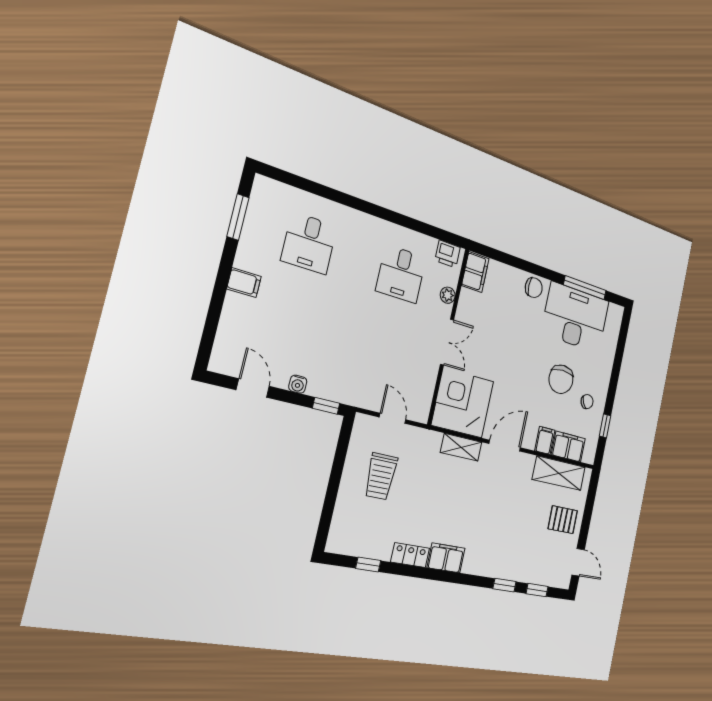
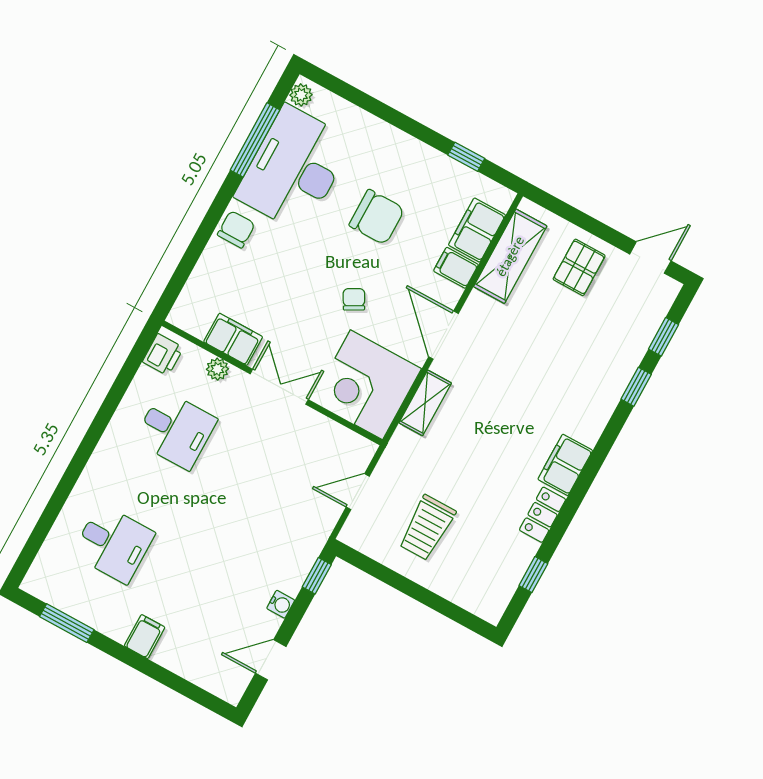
filing cabinet: (475, 272) -> (233, 339), moved
plant: (614, 311) -> (301, 95), added
chair: (587, 402) -> (354, 299), moved
trolley: (381, 476) -> (427, 528), turned 90

